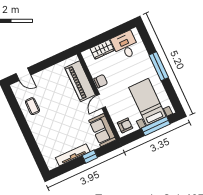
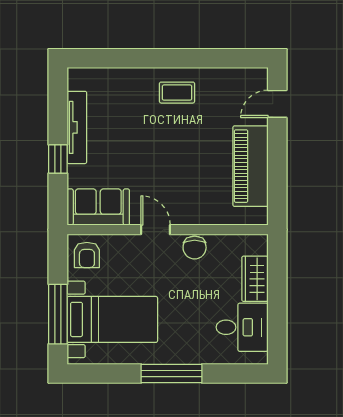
piano: (80, 81) -> (251, 166), moved, turned -90
coffee table: (32, 106) -> (177, 93), moved

